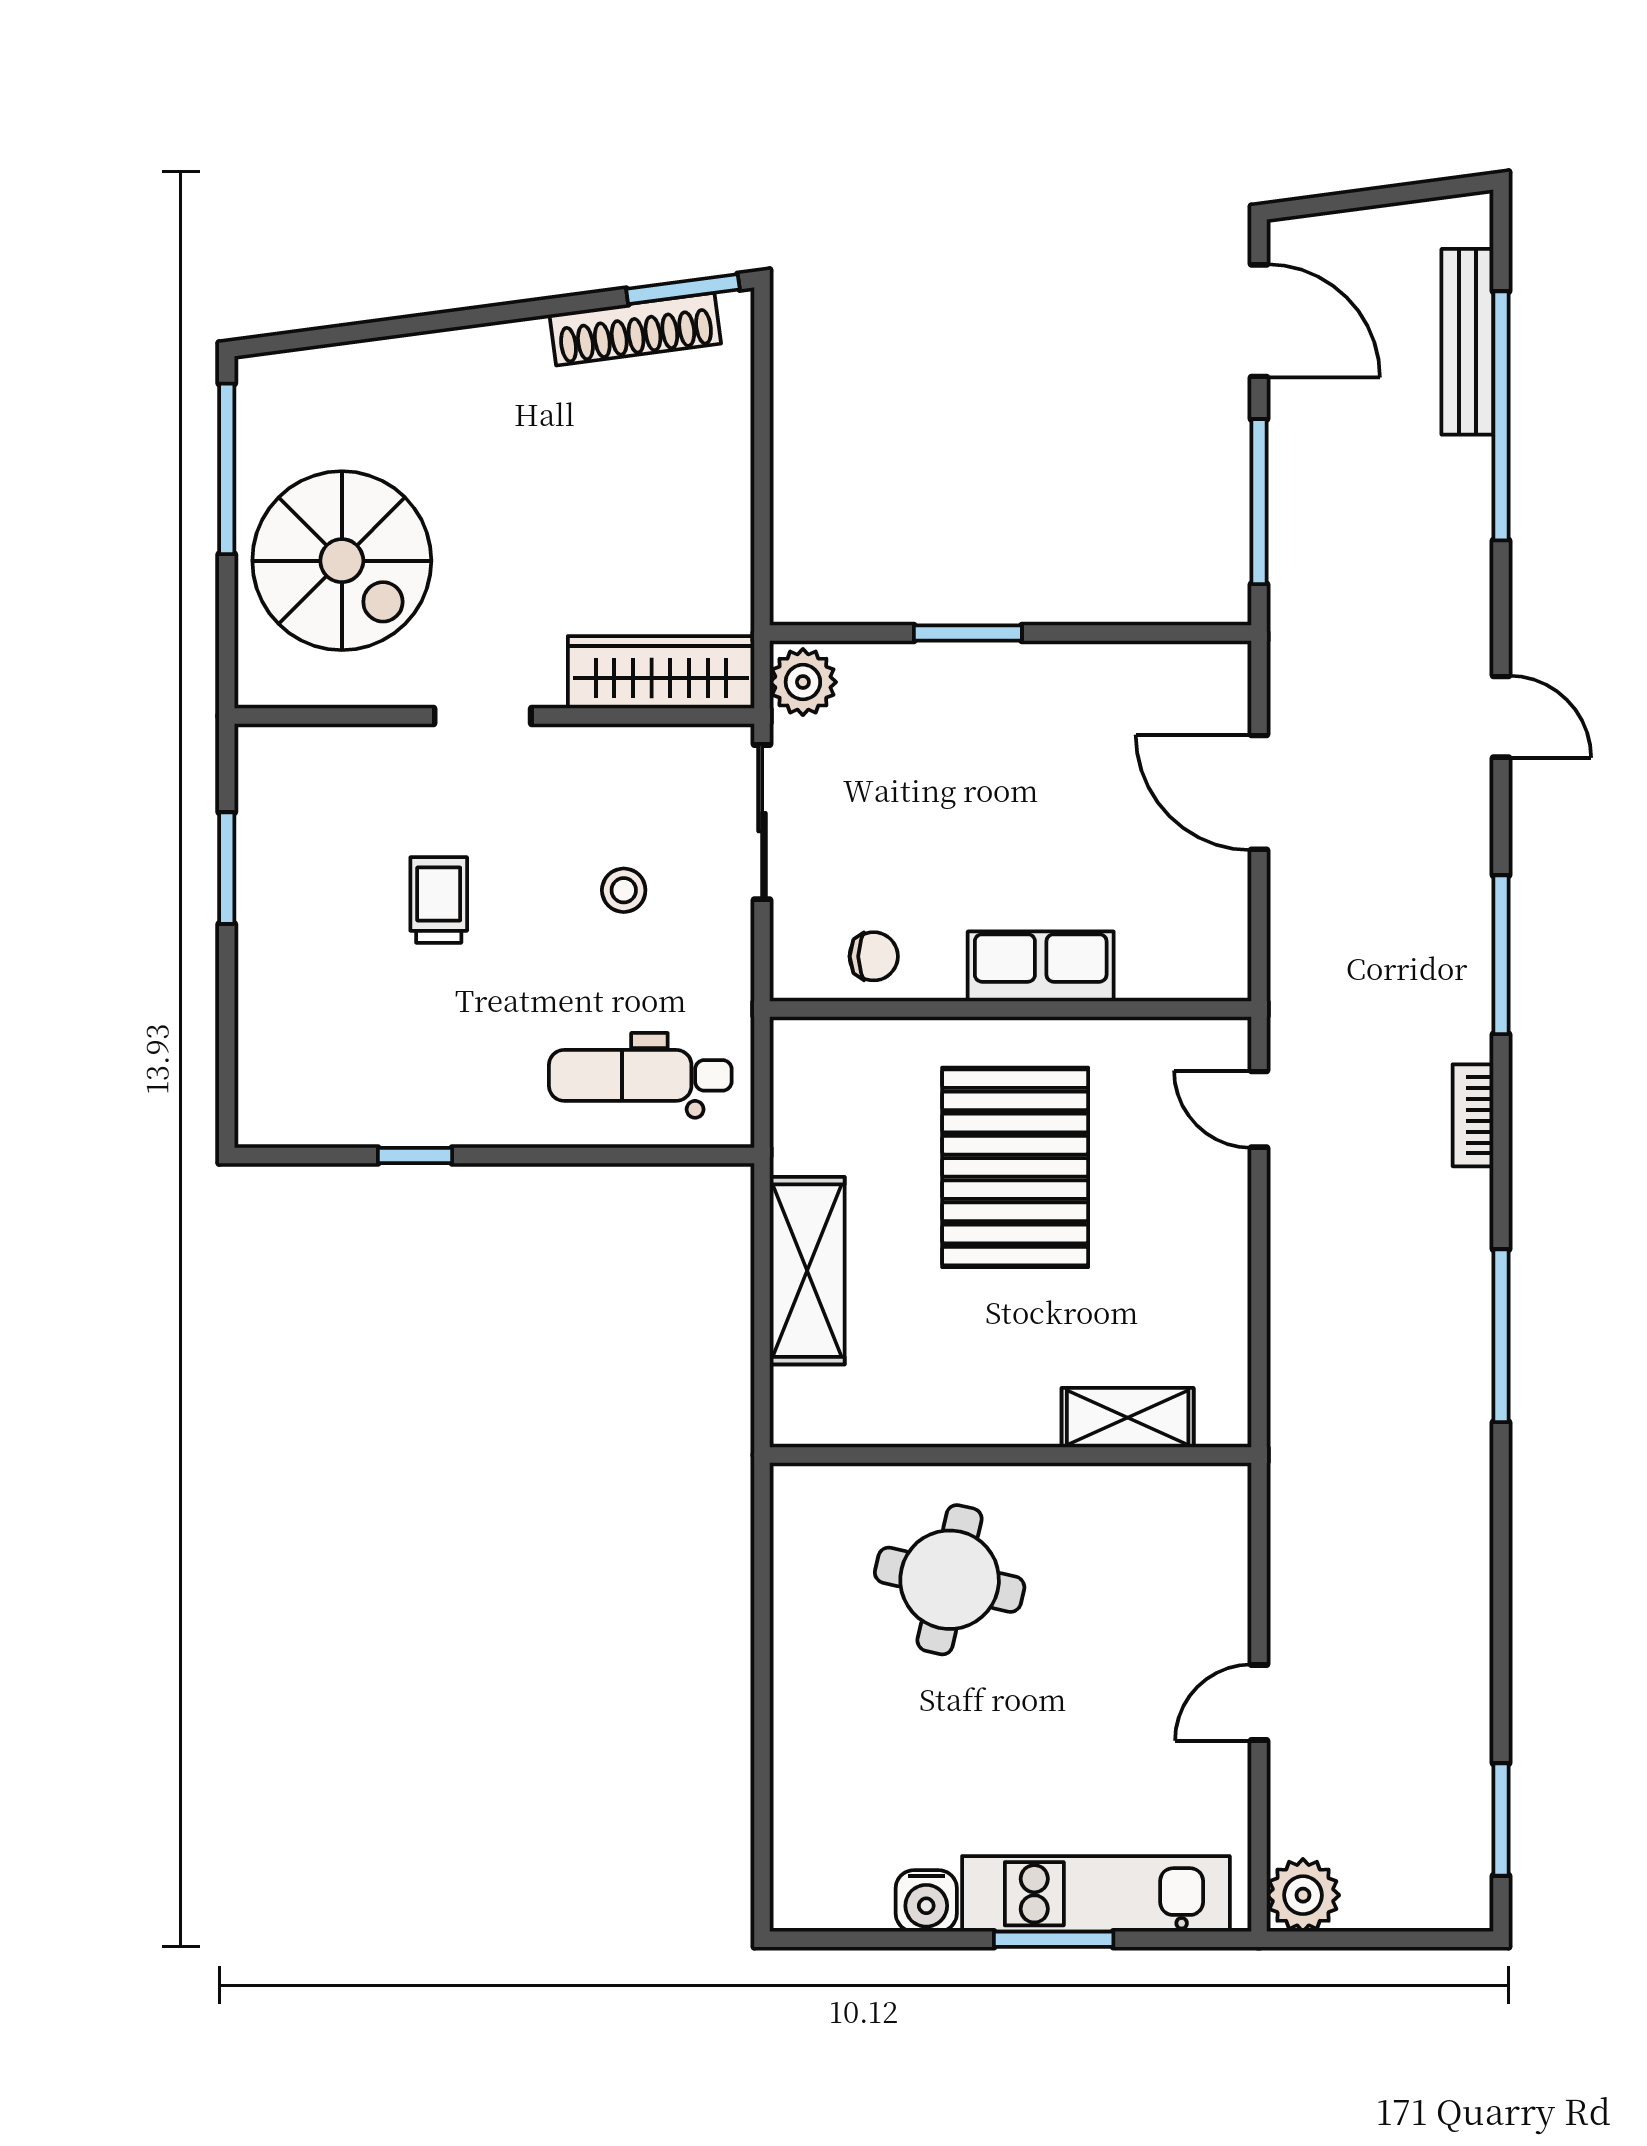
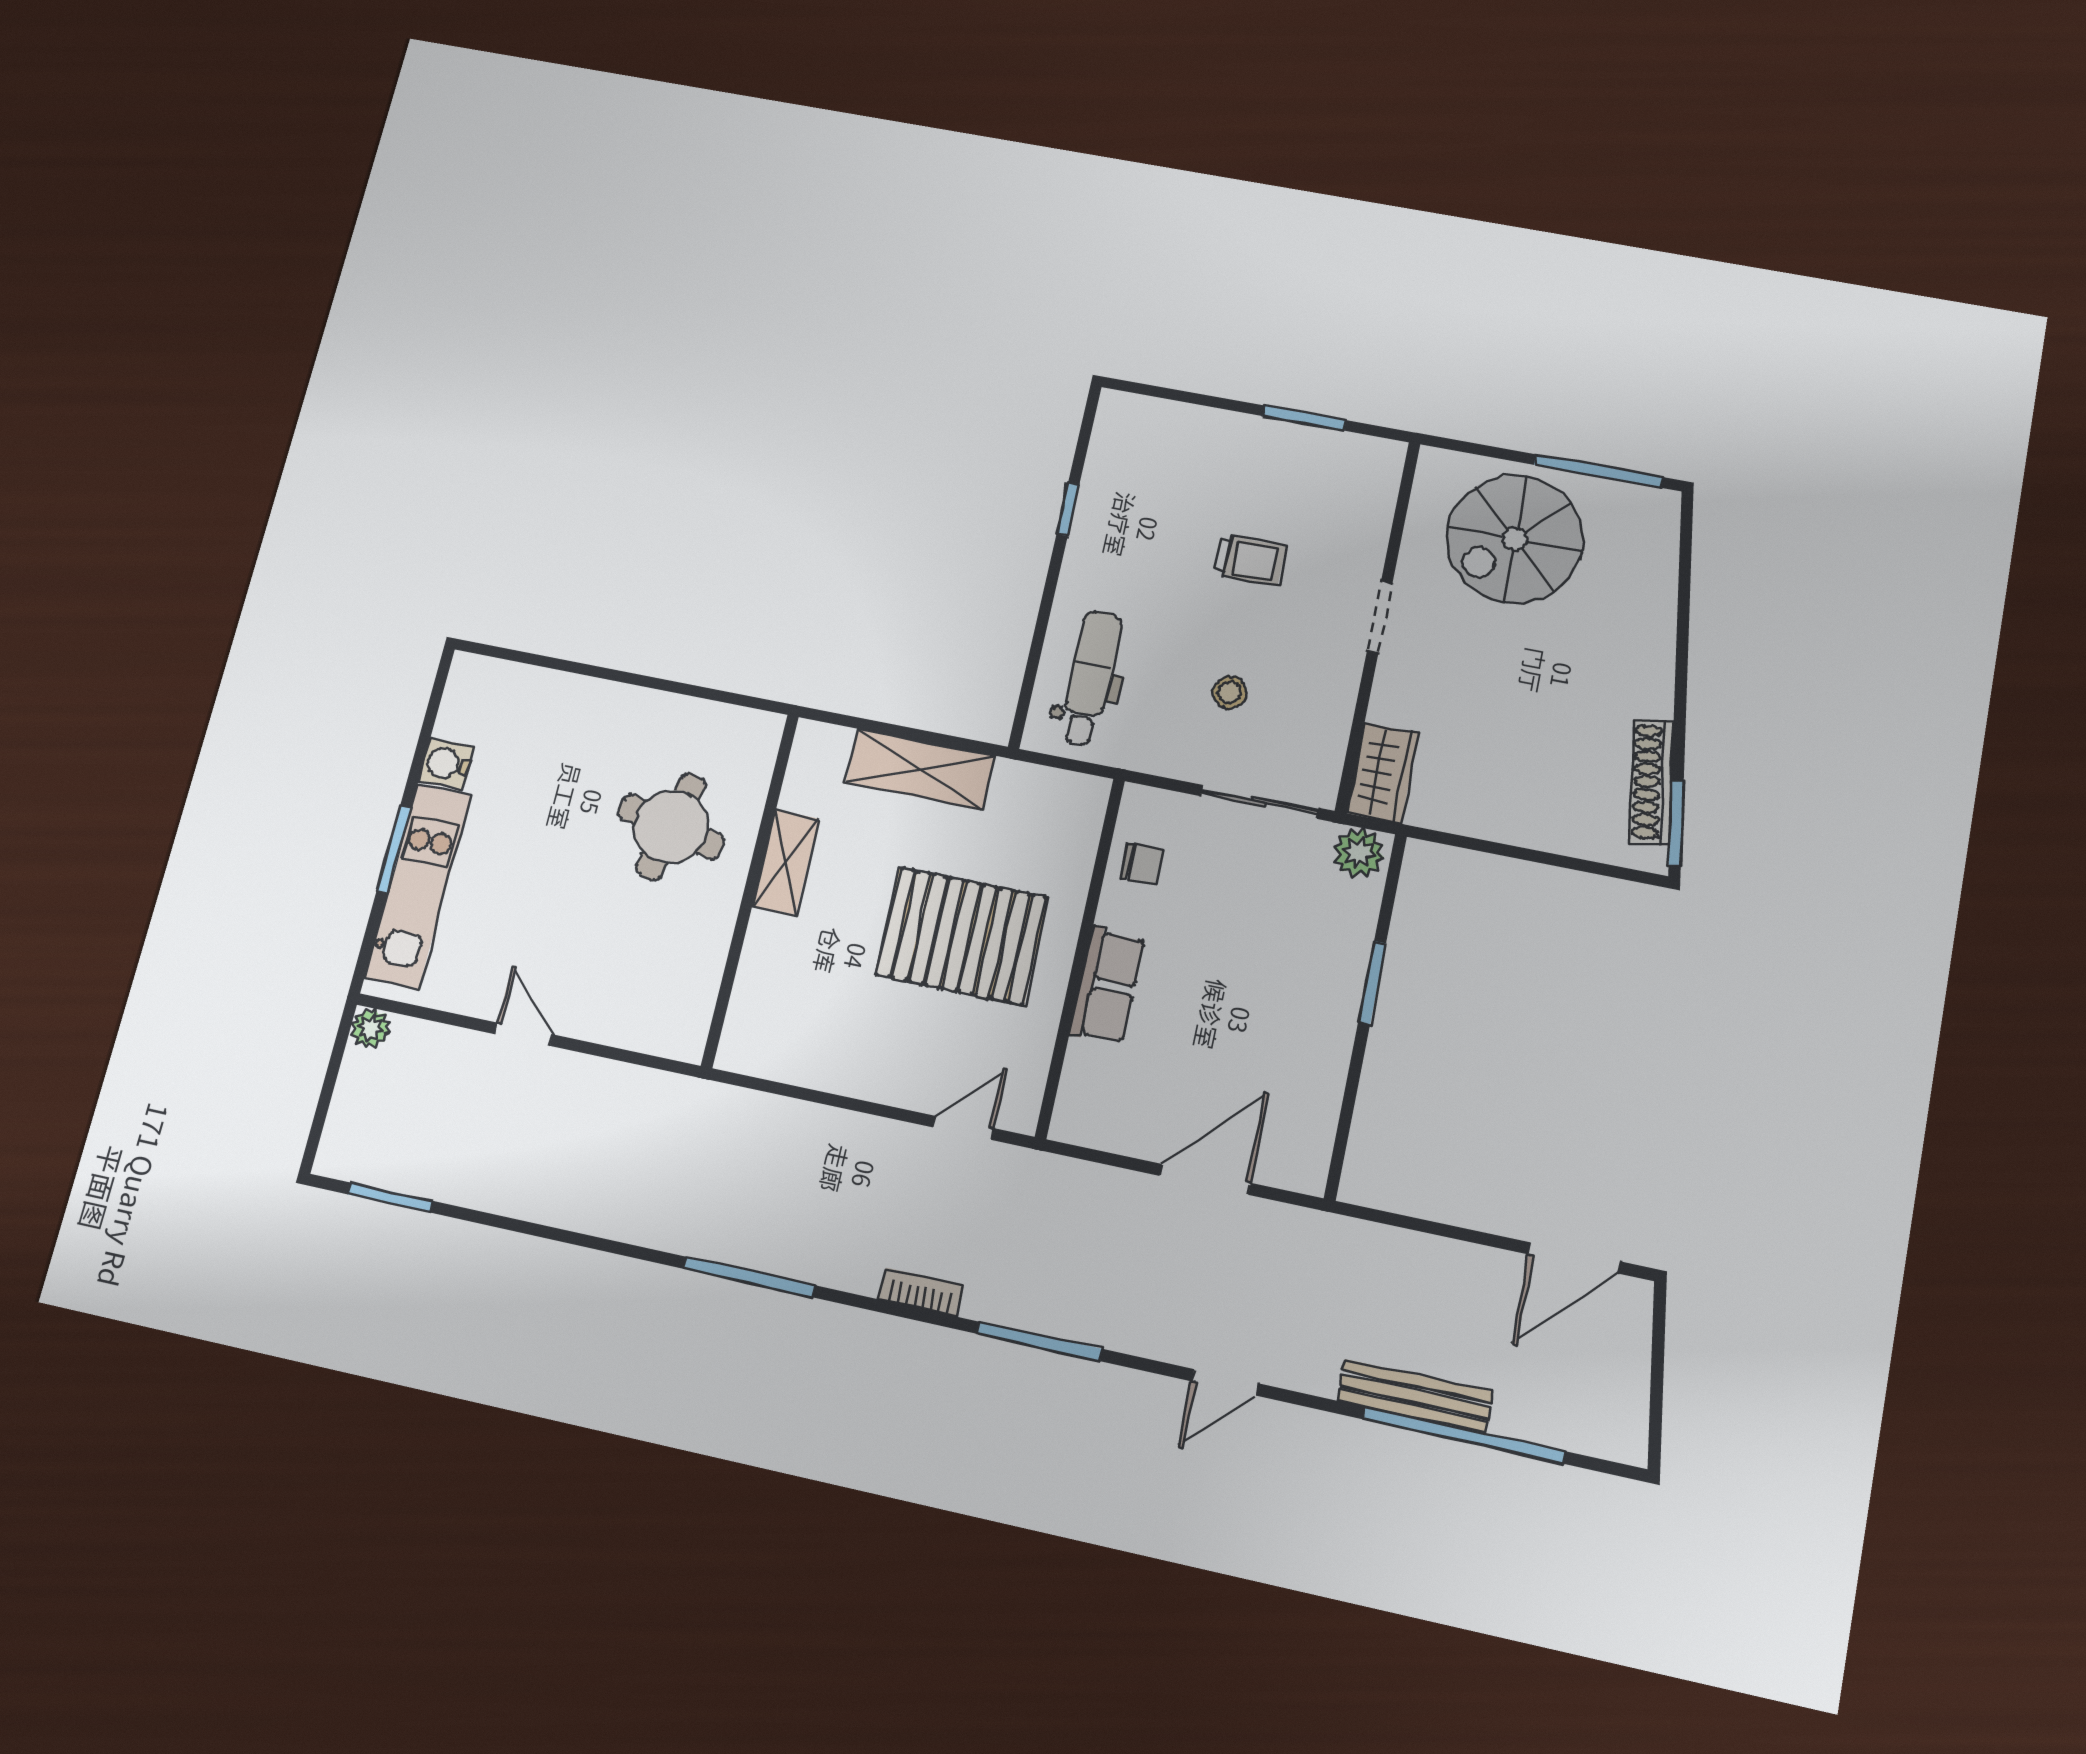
bench: (1467, 342) -> (1415, 1396), moved
window: (1259, 502) -> (1431, 1228), removed
wardrobe: (661, 672) -> (1383, 773), width x0.67
chair: (874, 956) -> (1142, 864), turned -90
shelving: (1128, 1418) -> (786, 862), moved
plant: (1303, 1895) -> (370, 1028), width x0.73, depth x0.73

